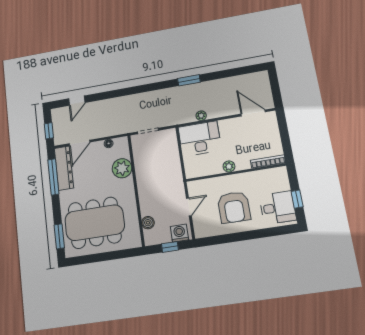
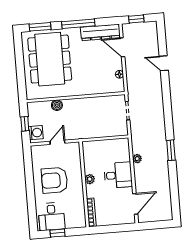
door: (77, 101) -> (164, 63), moved
desk: (200, 139) -> (118, 175), moved, width x0.73
plant: (122, 168) -> (96, 86), removed
window: (53, 177) -> (78, 24), moved
door: (189, 207) -> (57, 142), swing flipped
boiler: (148, 223) -> (57, 105), moved

